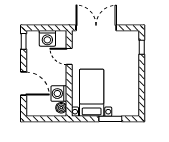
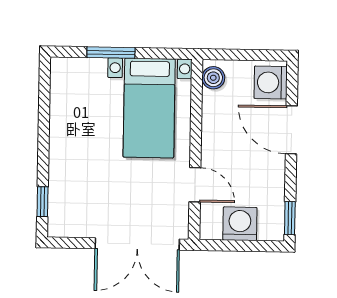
washing machine: (59, 94) -> (271, 82), moved, turned 180

